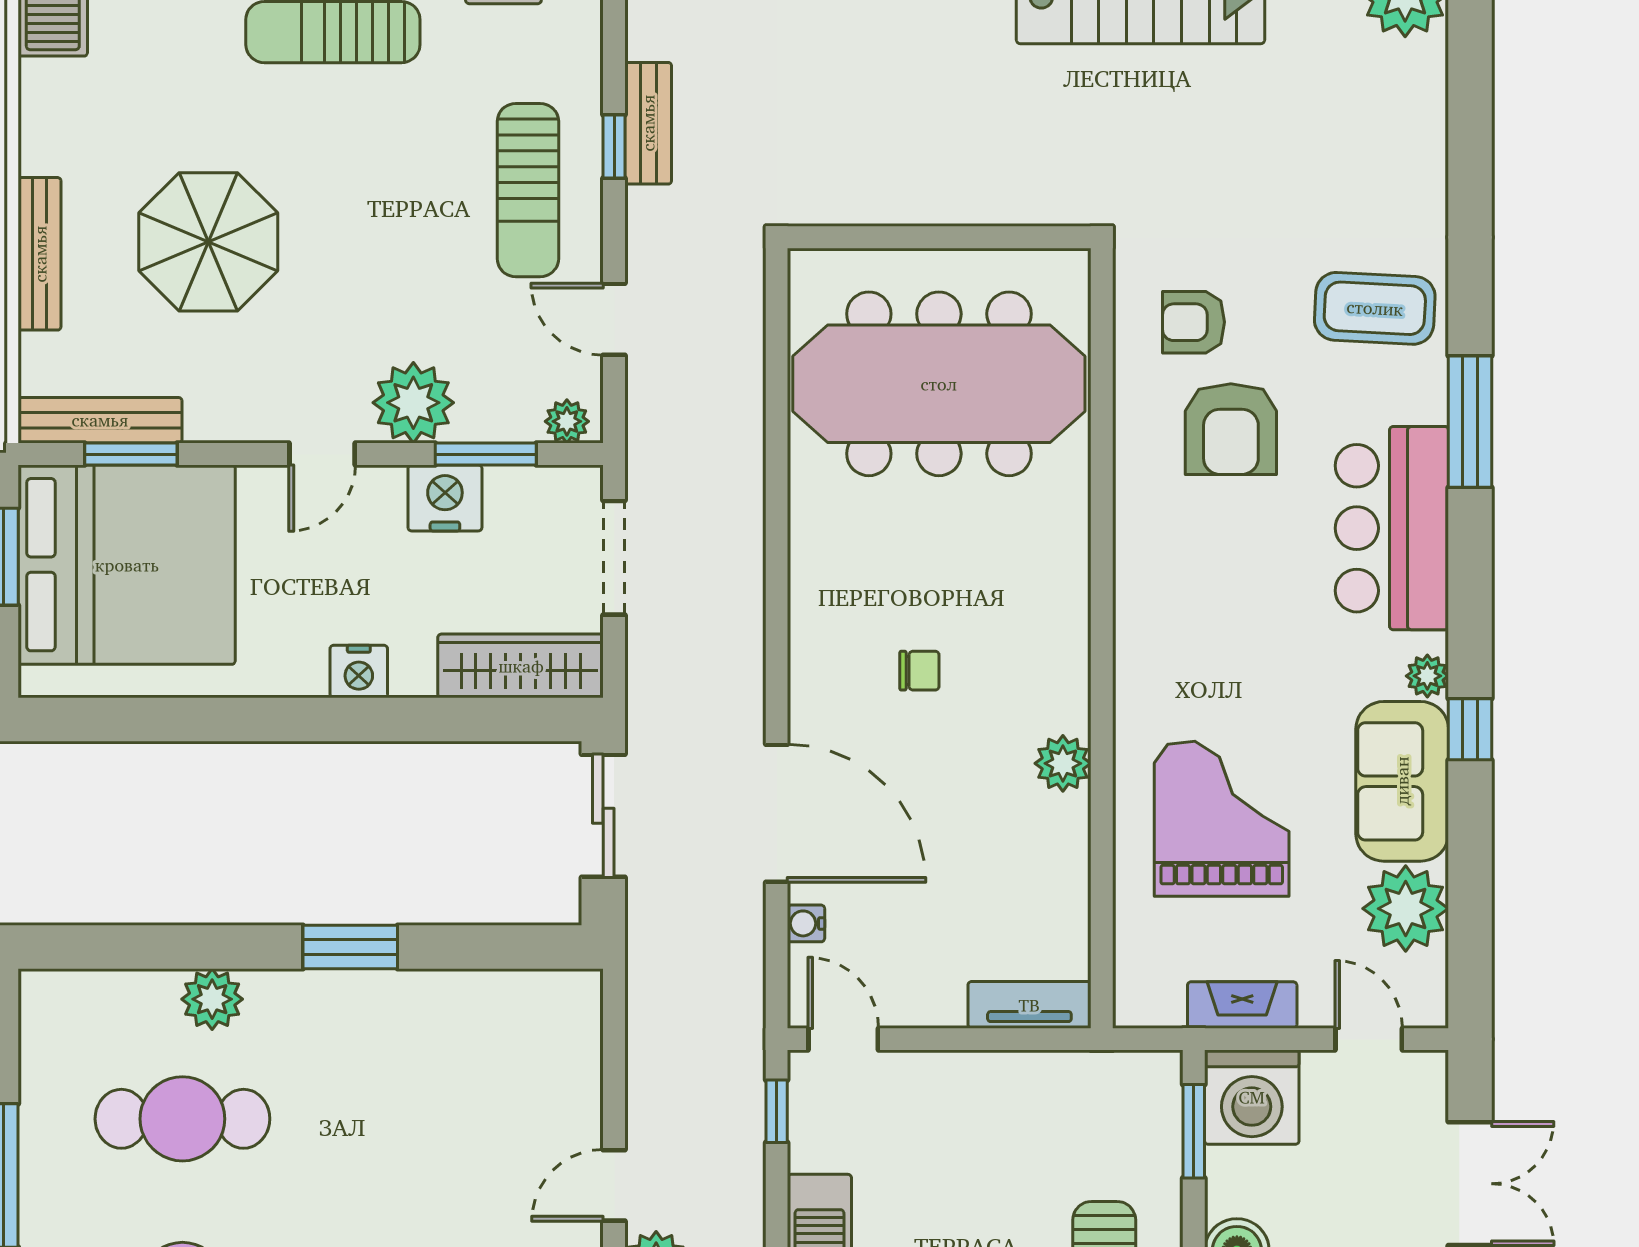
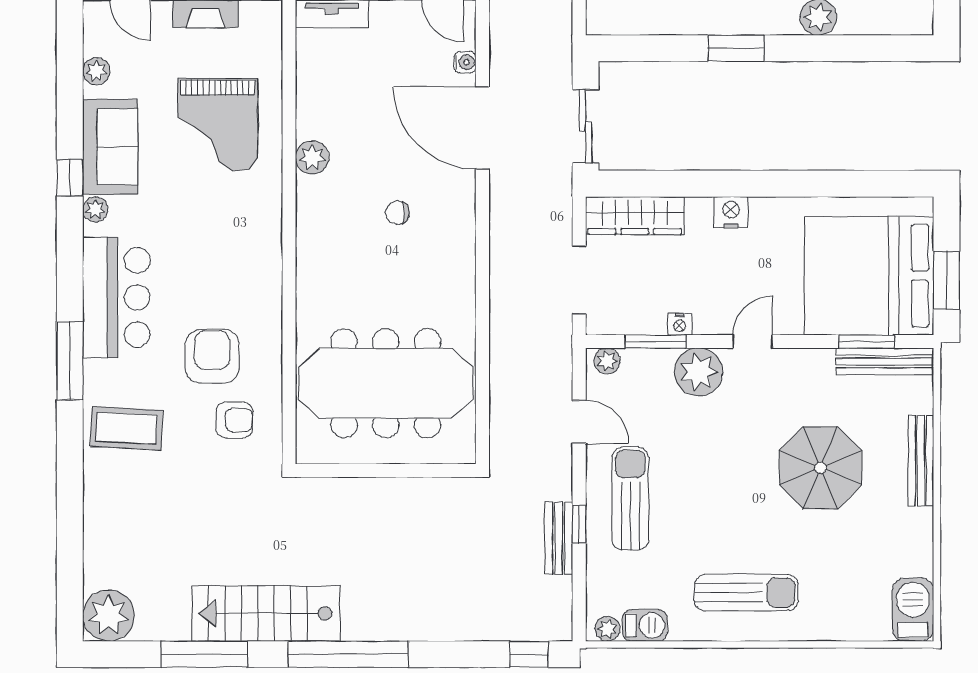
nightstand: (445, 498) -> (680, 324), width x0.53, depth x0.56
plant: (1406, 909) -> (96, 71), width x0.53, depth x0.53

